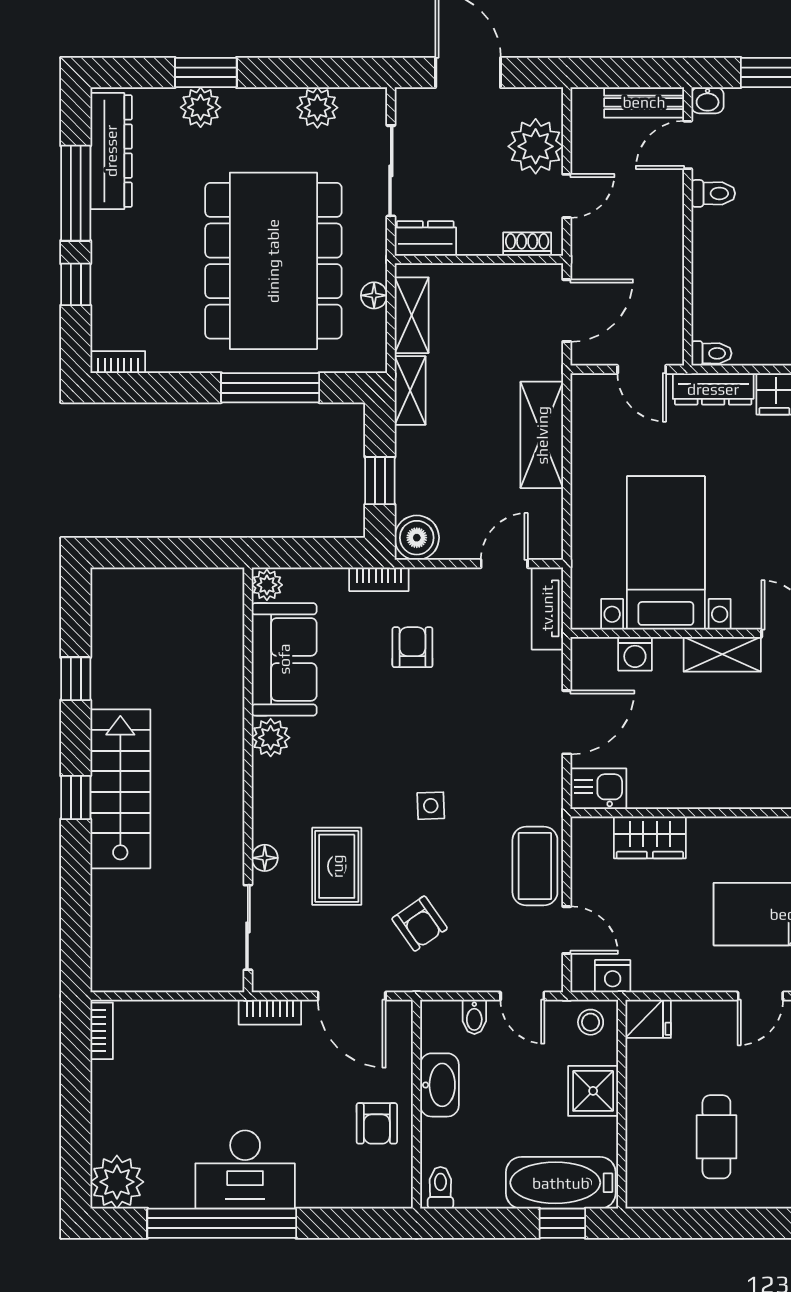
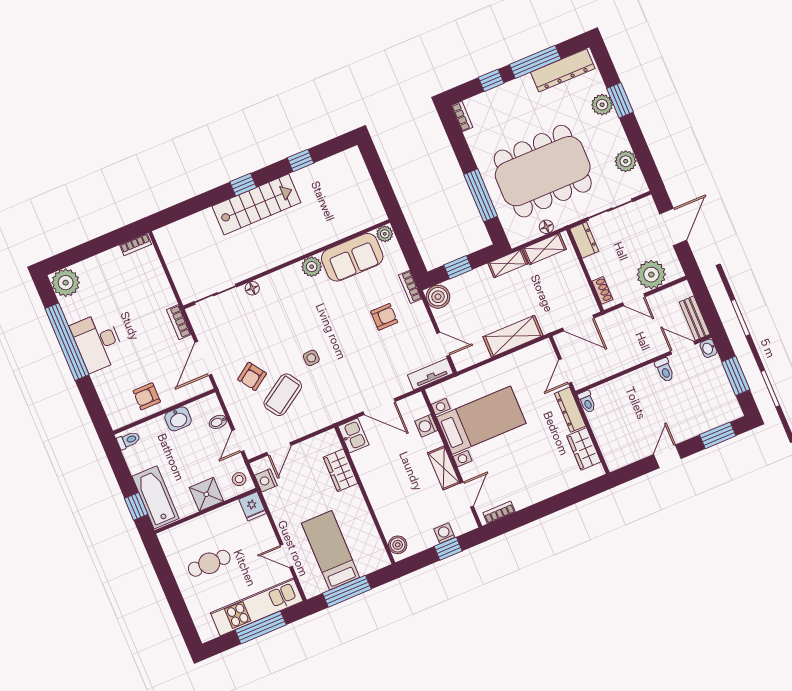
rug: (337, 866) -> (263, 325), removed
coffee table: (535, 866) -> (283, 395), moved, turned -33
washbasin: (439, 1085) -> (178, 419), width x0.72

